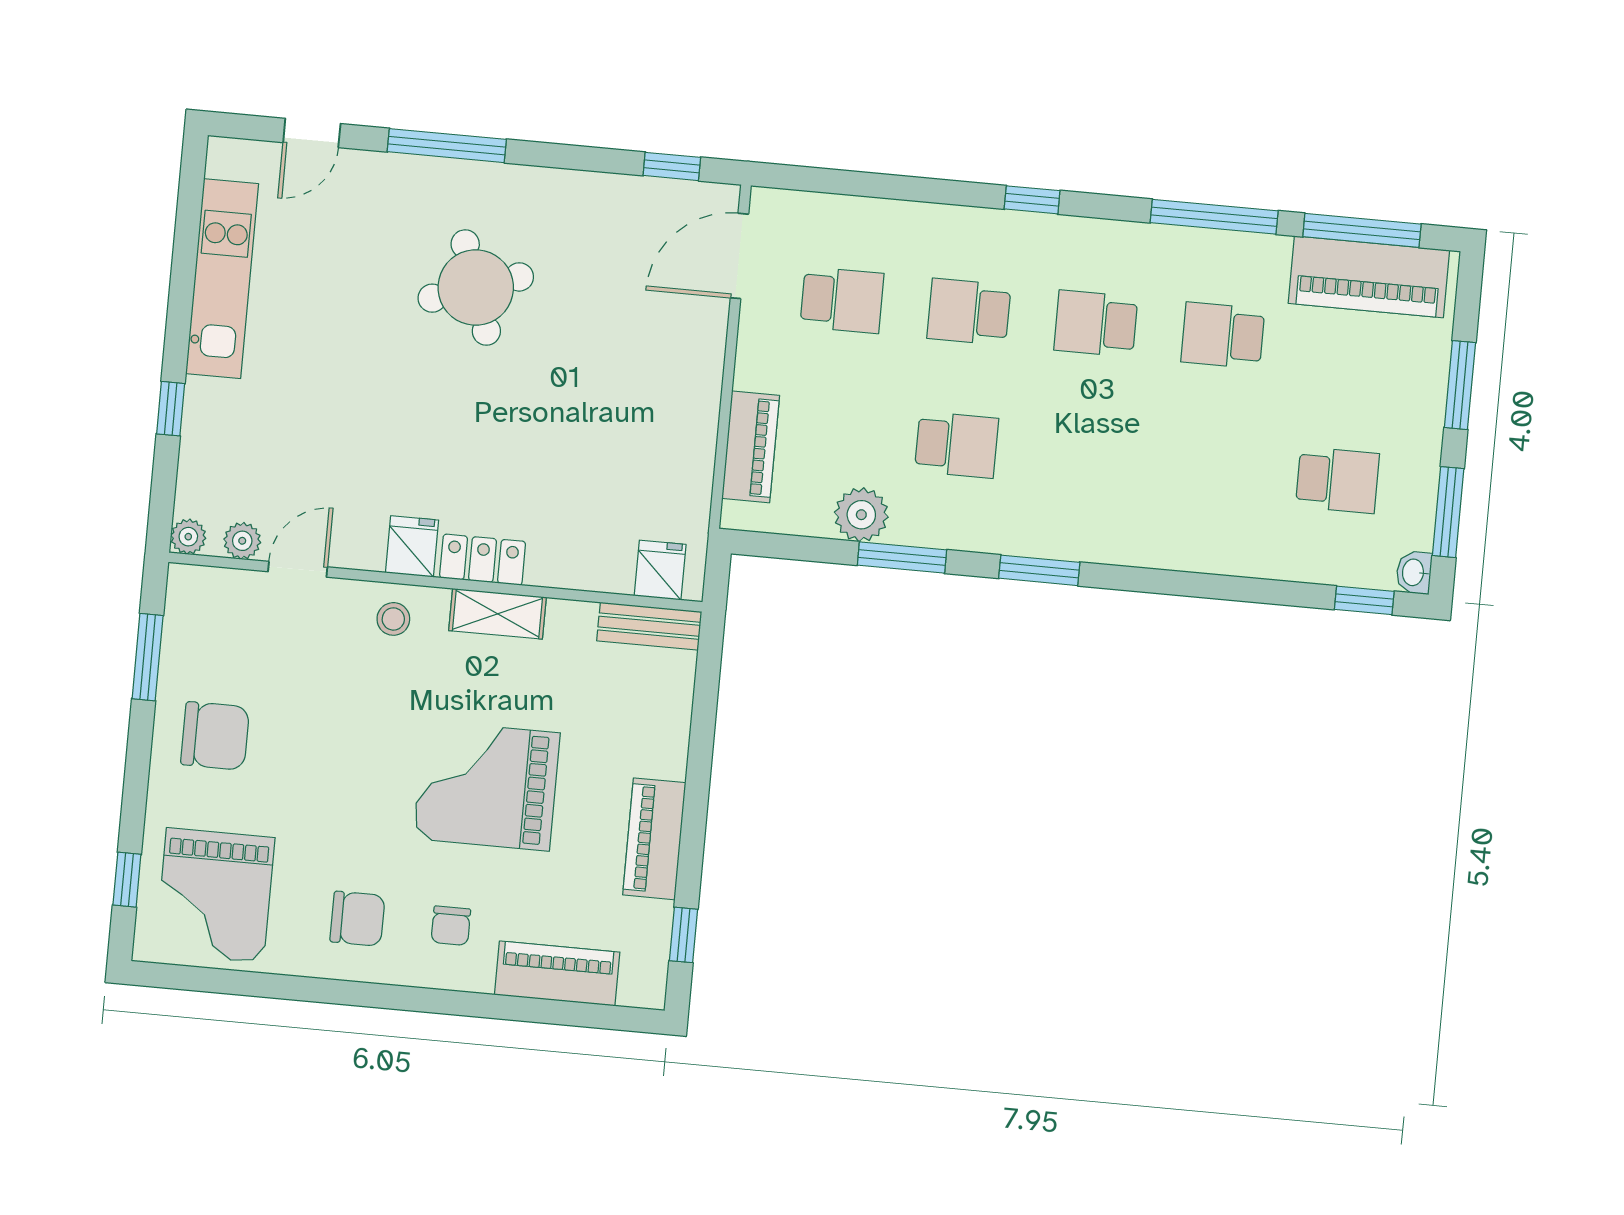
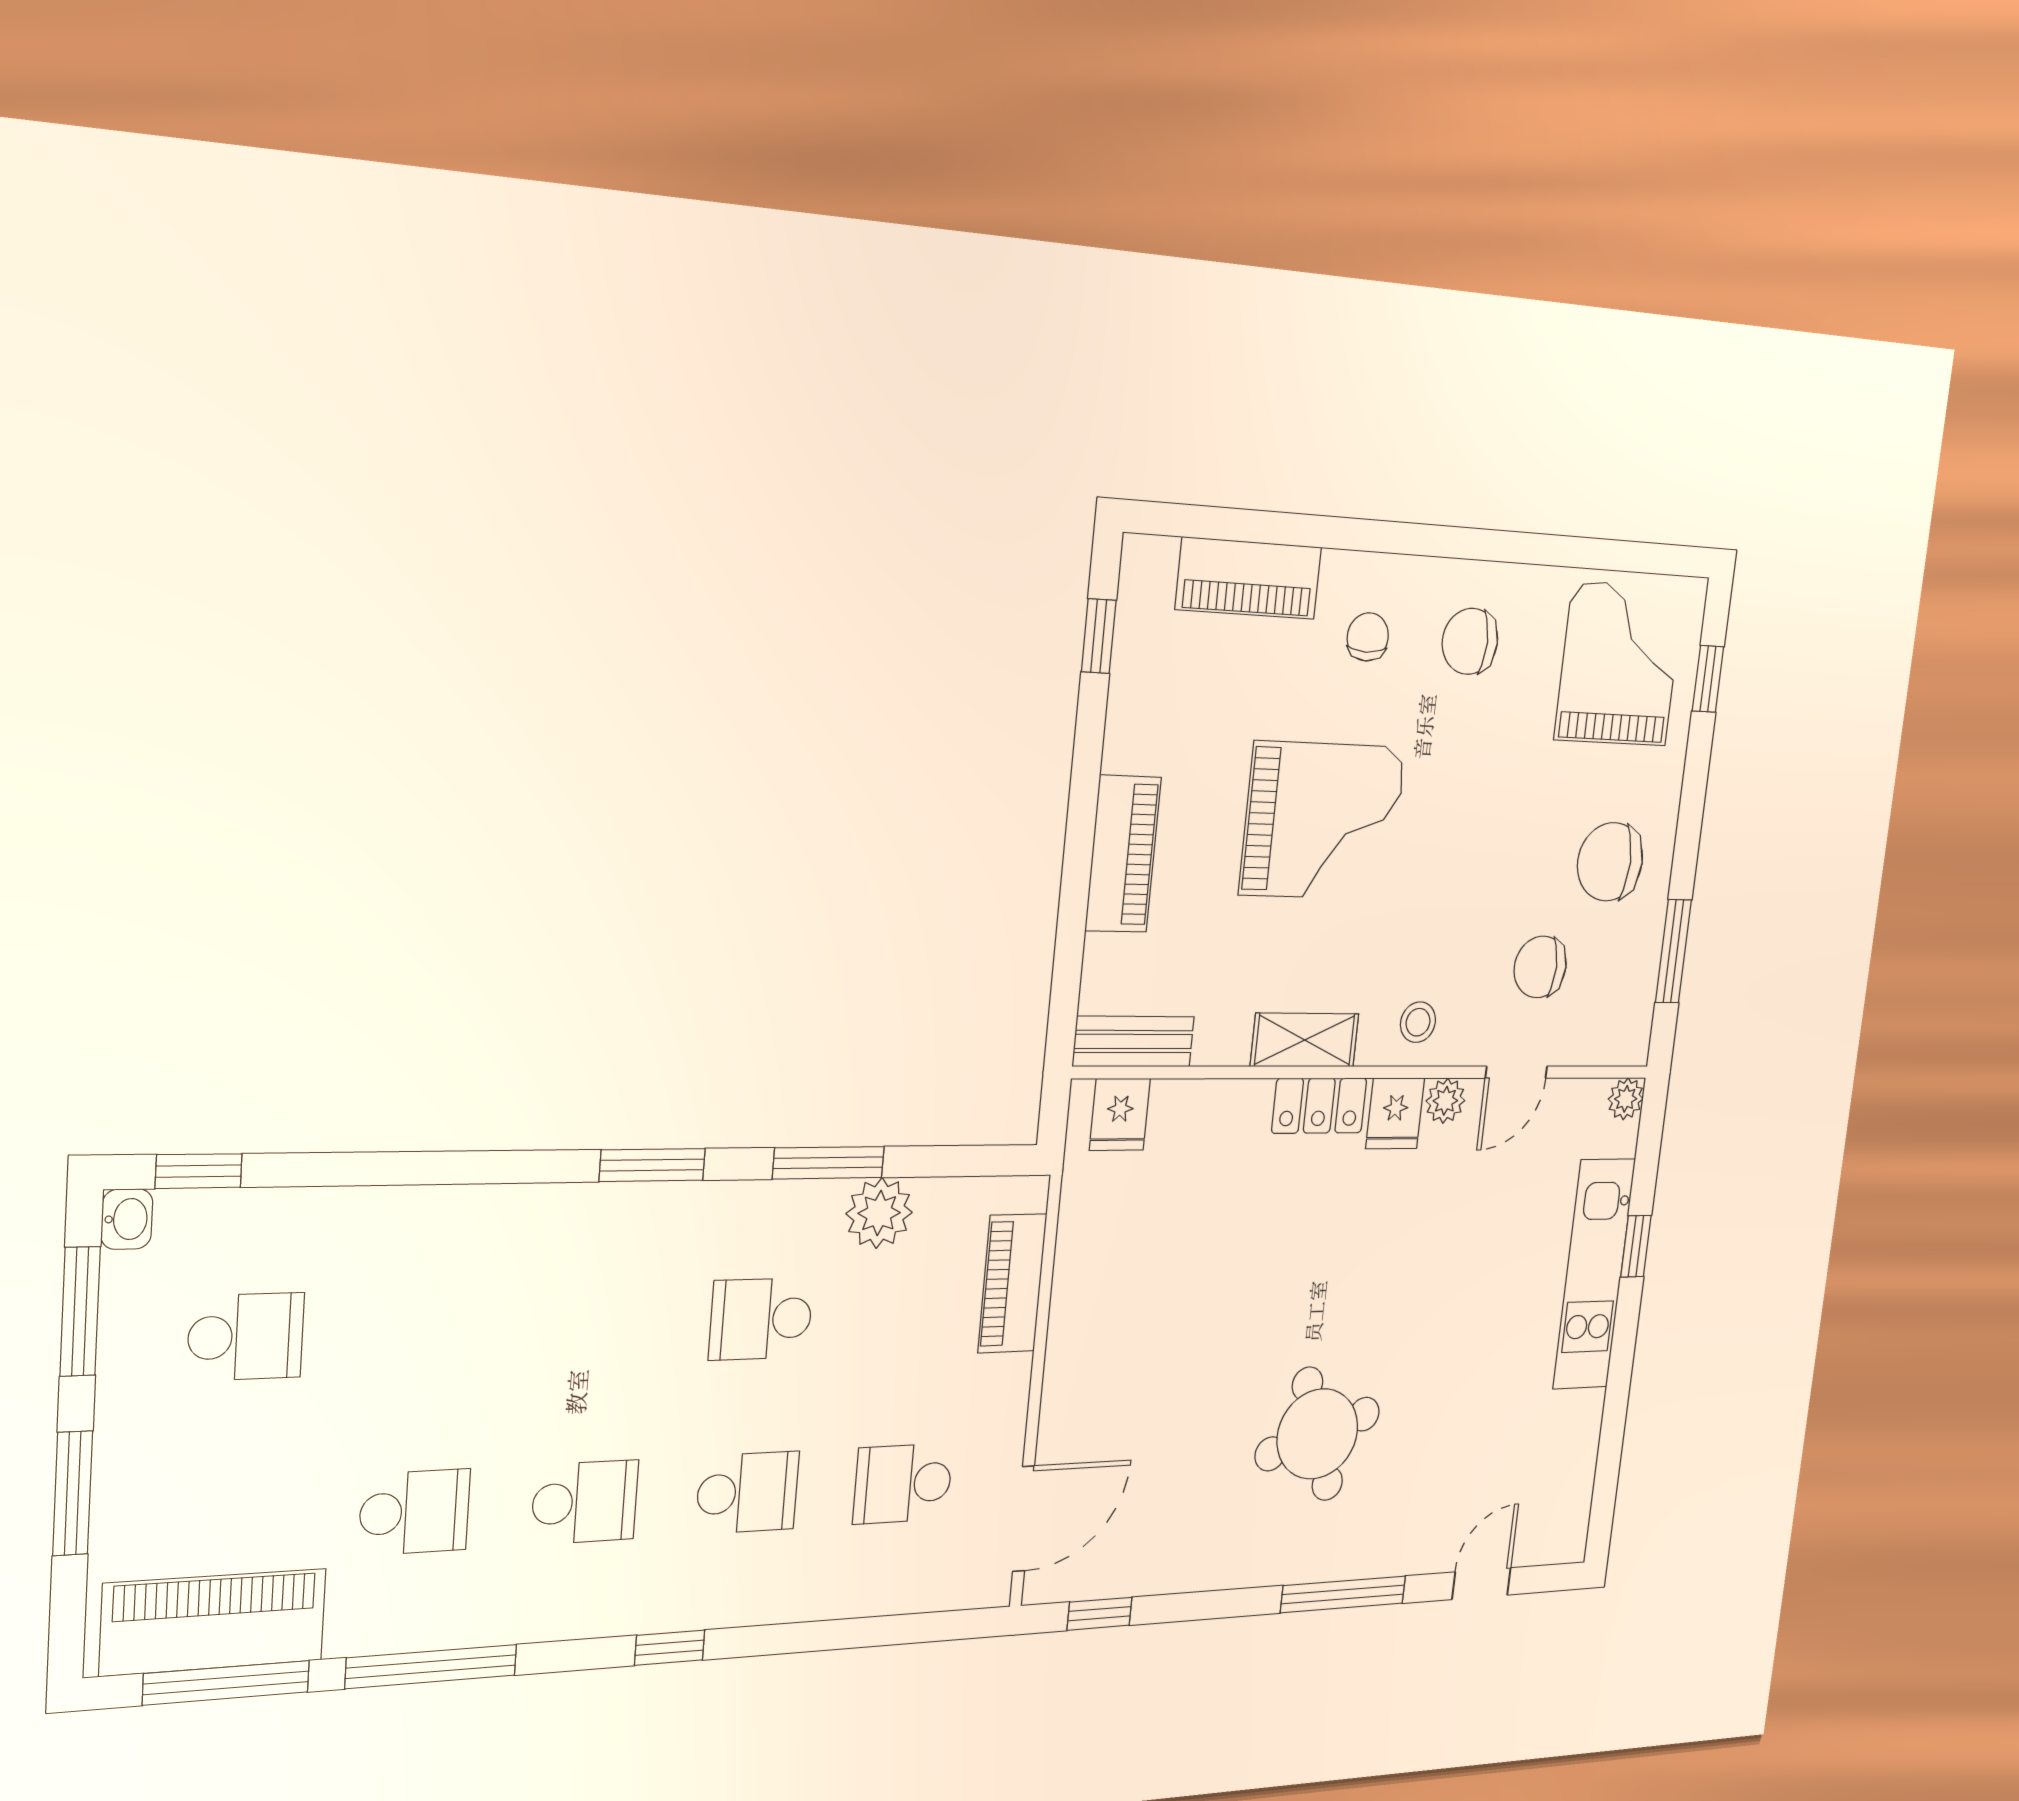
kitchen unit: (222, 279) -> (1594, 1274), moved
school desk: (1337, 480) -> (246, 1337), turned 180
plant: (242, 541) -> (1445, 1101), moved
chair: (279, 654) -> (1540, 967), added
piano: (654, 839) -> (1123, 854), moved

